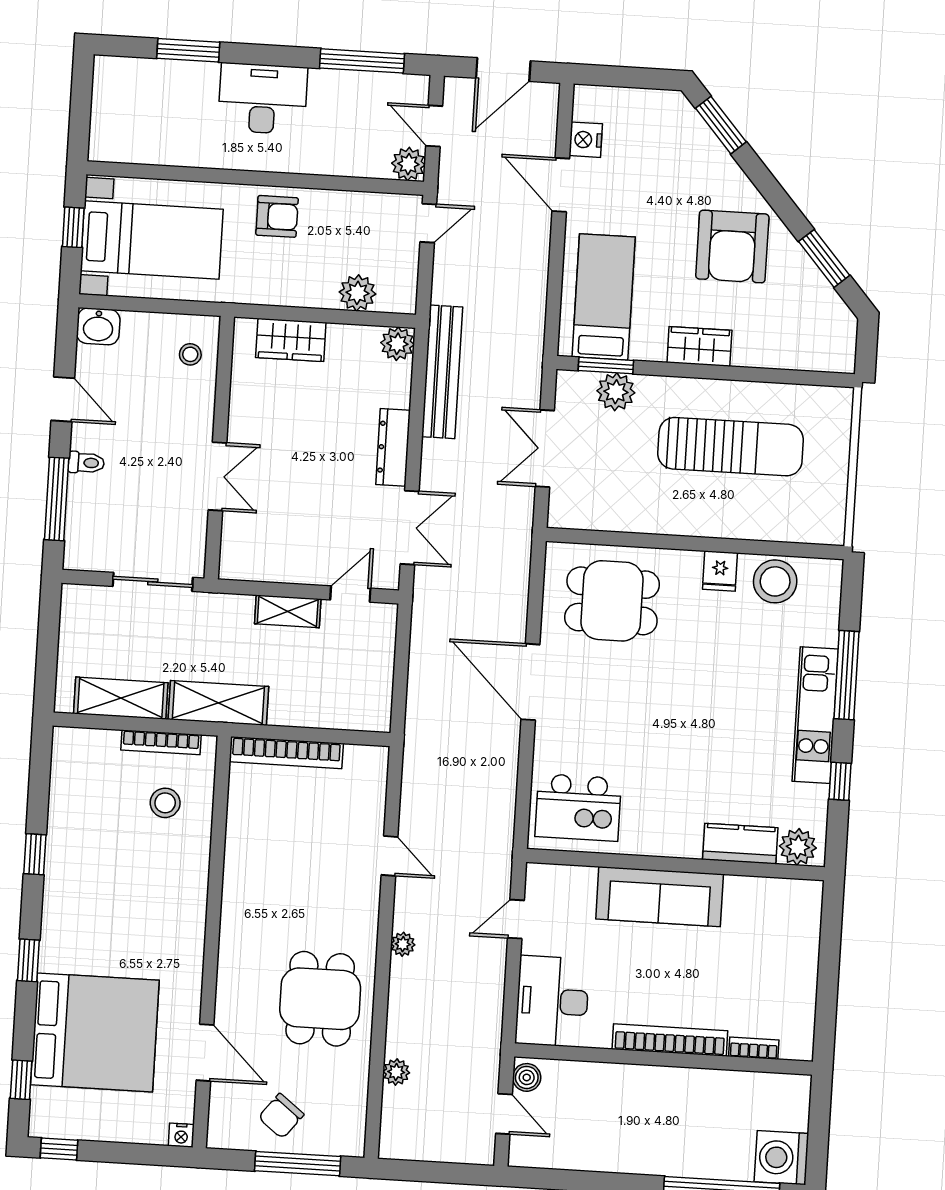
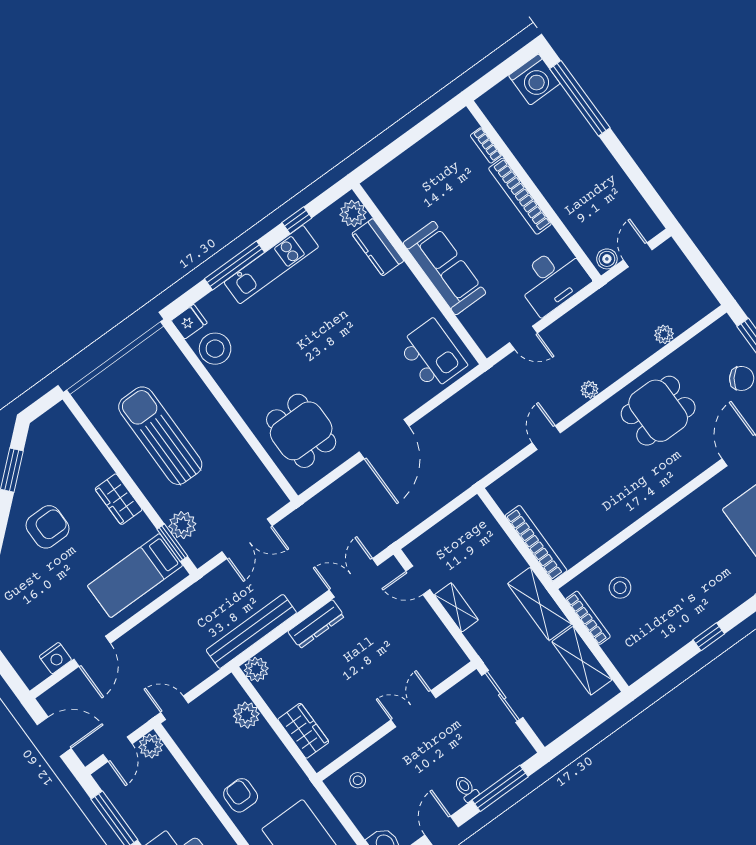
armchair: (732, 246) -> (48, 527), width x0.73, depth x0.73
fridge: (720, 571) -> (189, 322), moved

